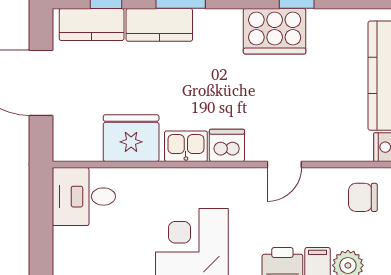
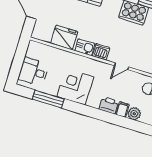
desk: (84, 197) -> (33, 72), moved

